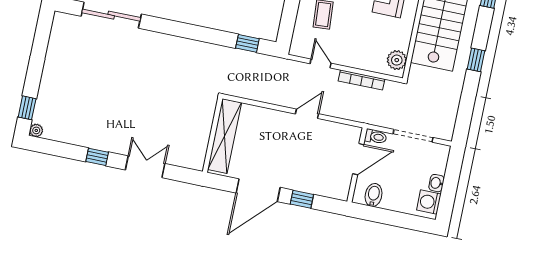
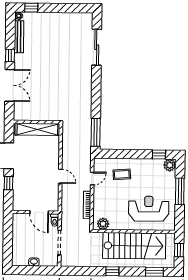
window: (247, 43) -> (96, 132), width x2.17
bench: (70, 137) -> (19, 37), added
double door: (145, 167) -> (10, 85), width x1.37
bidet: (374, 195) -> (19, 226), removed
washing machine: (429, 202) -> (22, 260), removed

